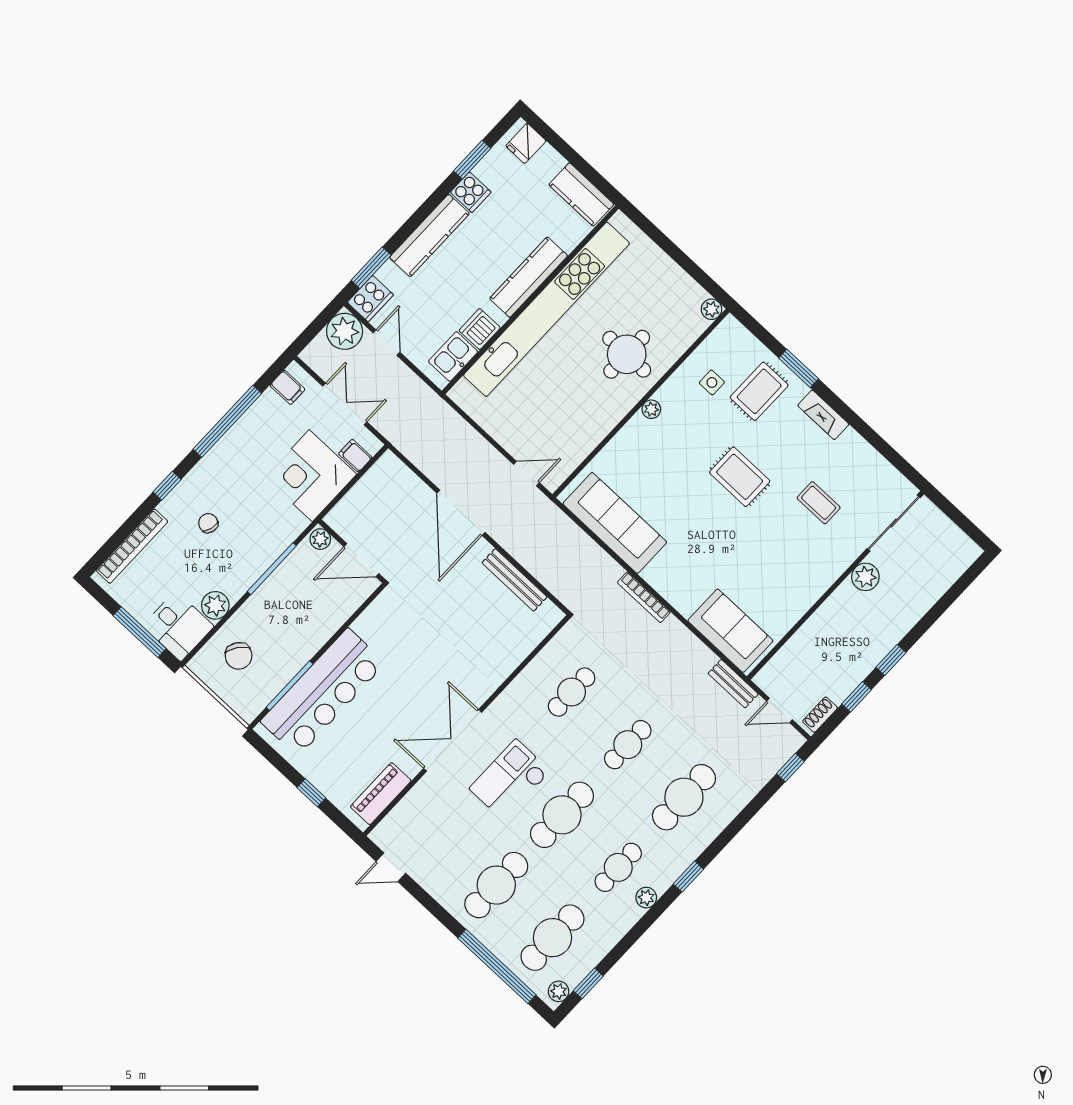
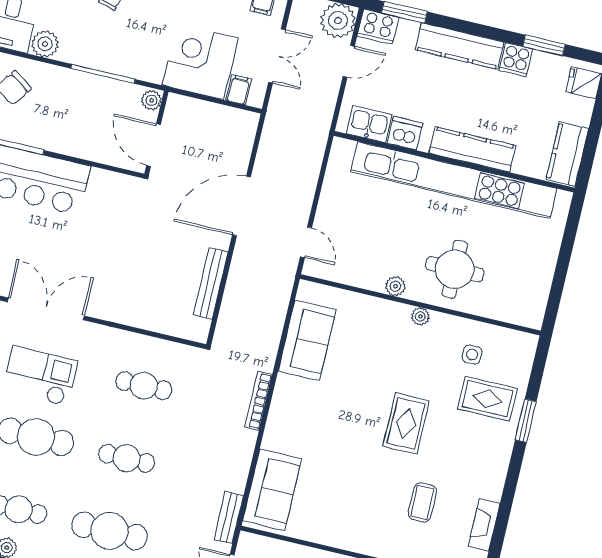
plant: (711, 309) -> (395, 286), moved
fireplace: (823, 415) -> (484, 525), moved
sofa: (615, 523) -> (307, 341), width x0.73

